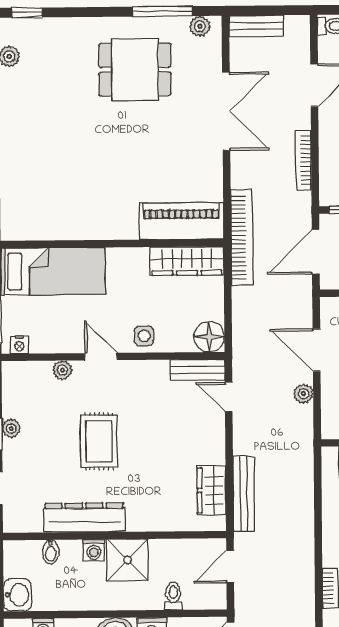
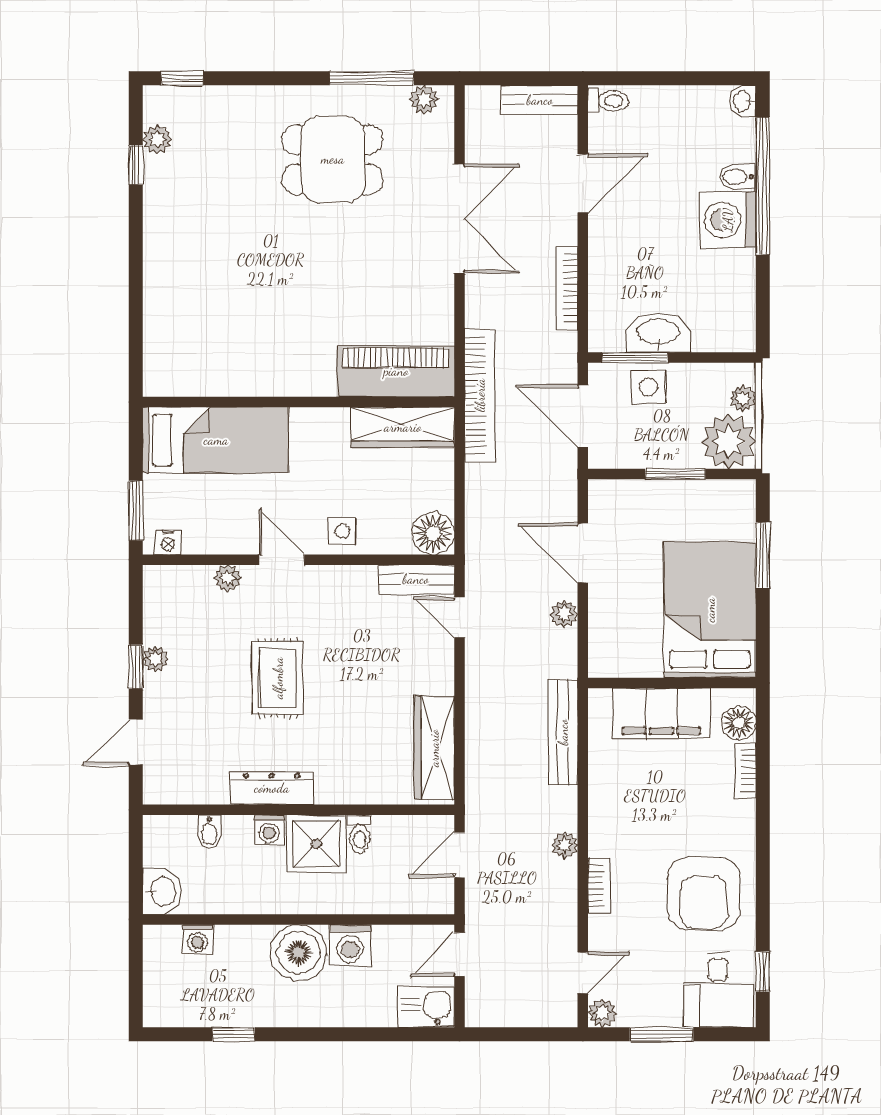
bench: (256, 26) -> (540, 100), moved
door: (316, 252) -> (583, 416), hinge flipped
wardrobe: (211, 490) -> (434, 748), width x1.50
bench: (244, 494) -> (563, 732), moved
dresser: (84, 518) -> (272, 788), width x0.73, depth x0.80
plant: (305, 559) -> (565, 845), added
toilet: (173, 596) -> (360, 834), moved, turned 180

